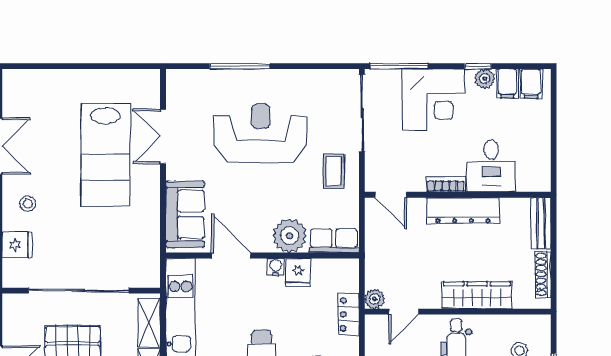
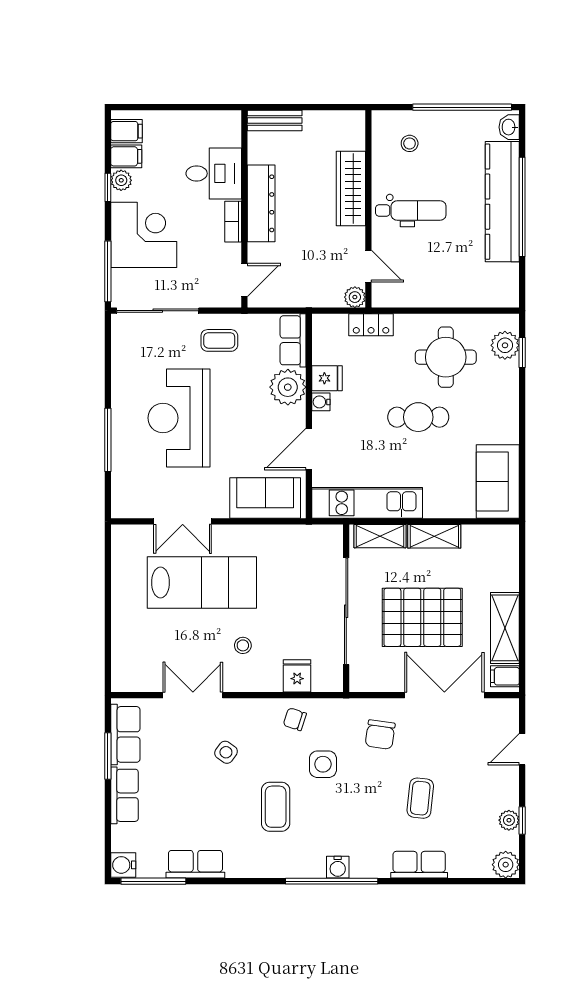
stool: (28, 204) -> (243, 645), moved
shoe rack: (543, 274) -> (329, 119), removed

